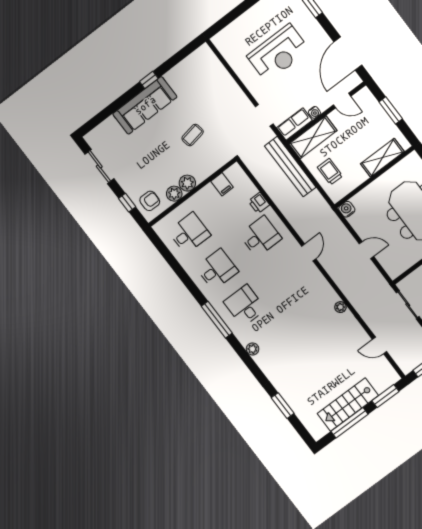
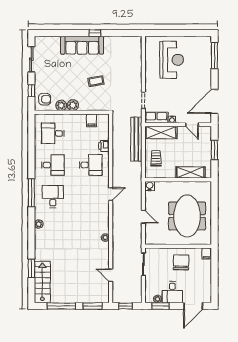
reception desk: (278, 53) -> (172, 60), moved, turned -90
desk: (189, 233) -> (53, 133), turned 180
stairs: (348, 405) -> (42, 282), moved, turned 90

